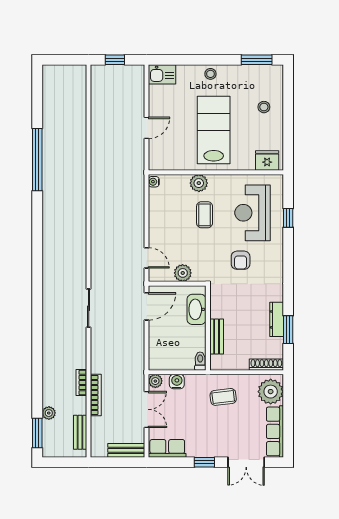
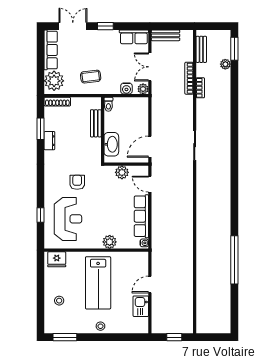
kitchen sink: (162, 74) -> (141, 306), moved, turned -90
coffee table: (205, 215) -> (105, 217), removed
row of seats: (158, 216) -> (141, 216), added
dresser: (277, 319) -> (49, 141), width x0.70

